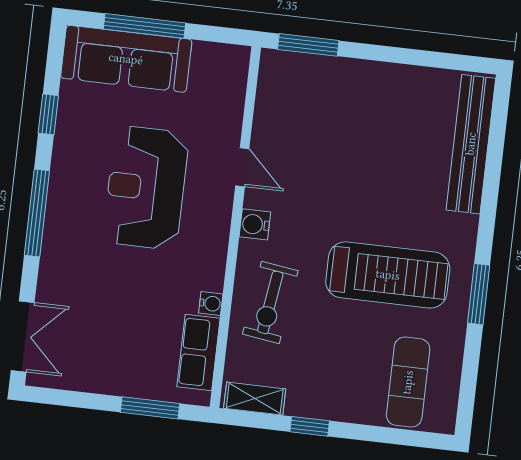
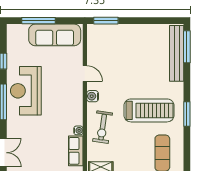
sofa: (126, 59) -> (55, 35), moved
window: (498, 131) -> (187, 47), added
reception desk: (146, 188) -> (26, 91), moved

